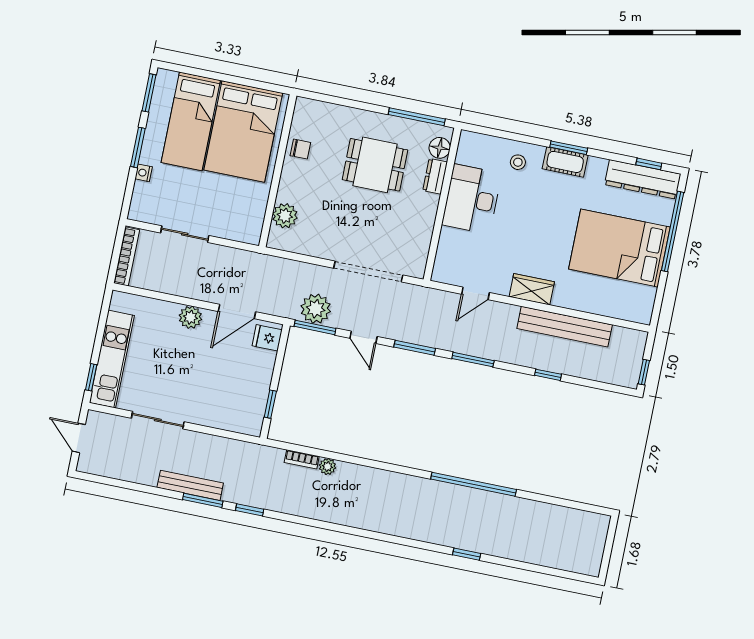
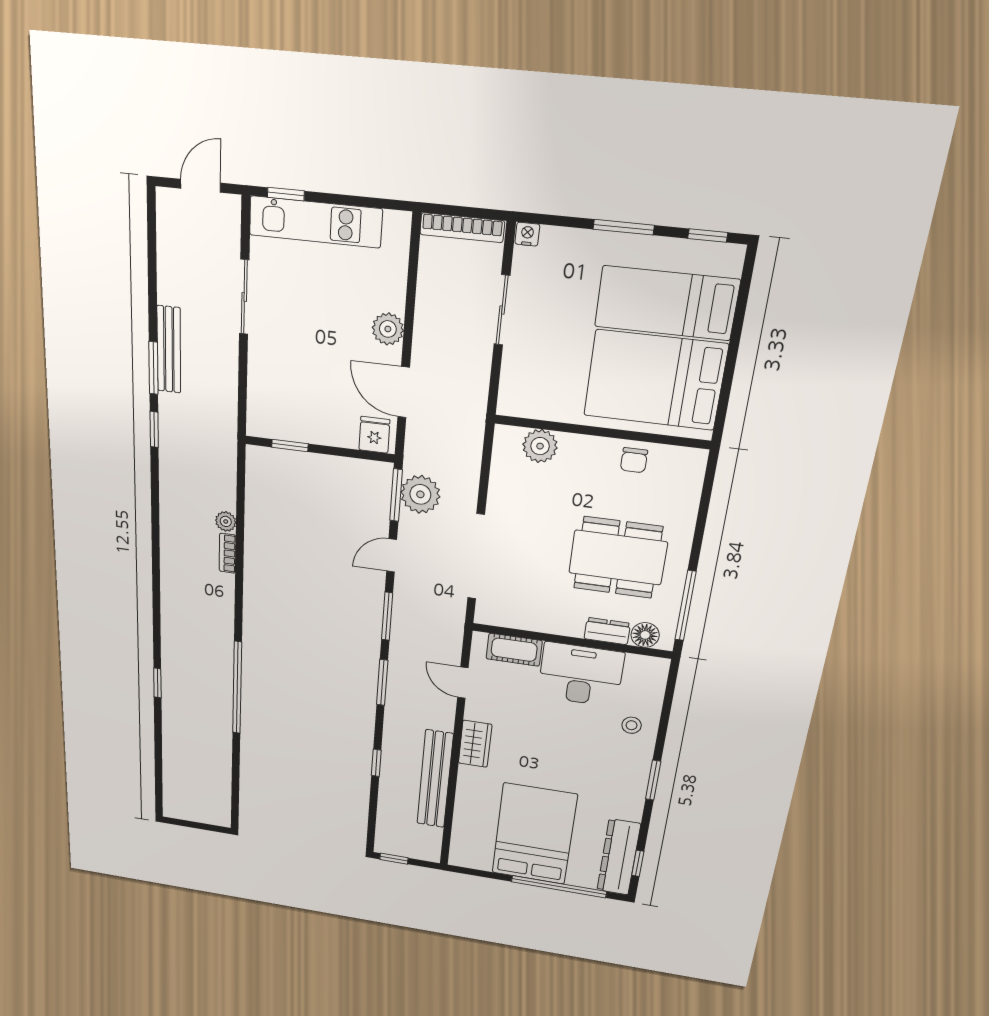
window: (149, 93) -> (708, 235), width x0.67
cot: (565, 162) -> (514, 650), moved, turned 90
dining table: (375, 165) -> (618, 557), width x1.38
nightstand: (144, 173) -> (527, 234), moved
bookcase: (302, 459) -> (228, 553), moved

